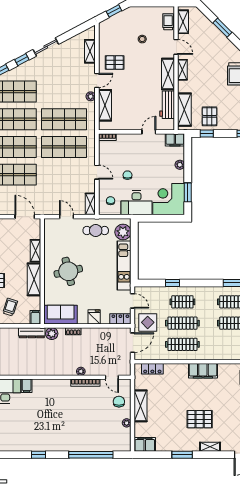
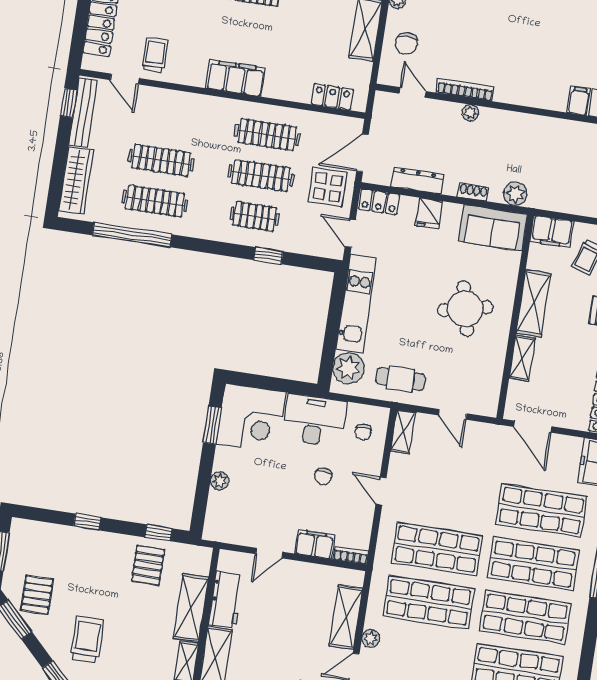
shelving: (184, 110) -> (191, 608), moved
filing cabinet: (175, 140) -> (315, 544), moved
filing cabinet: (35, 317) -> (552, 231), width x2.00
dresser: (32, 333) -> (417, 181), moved

